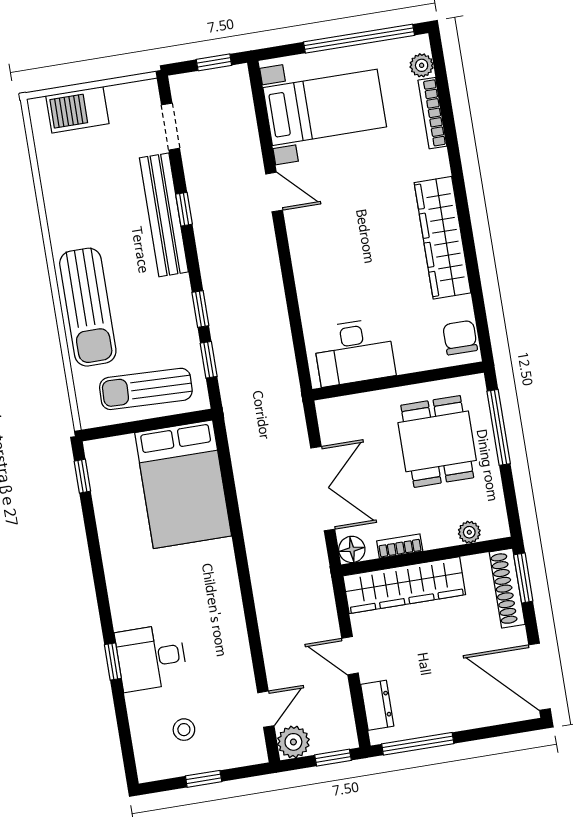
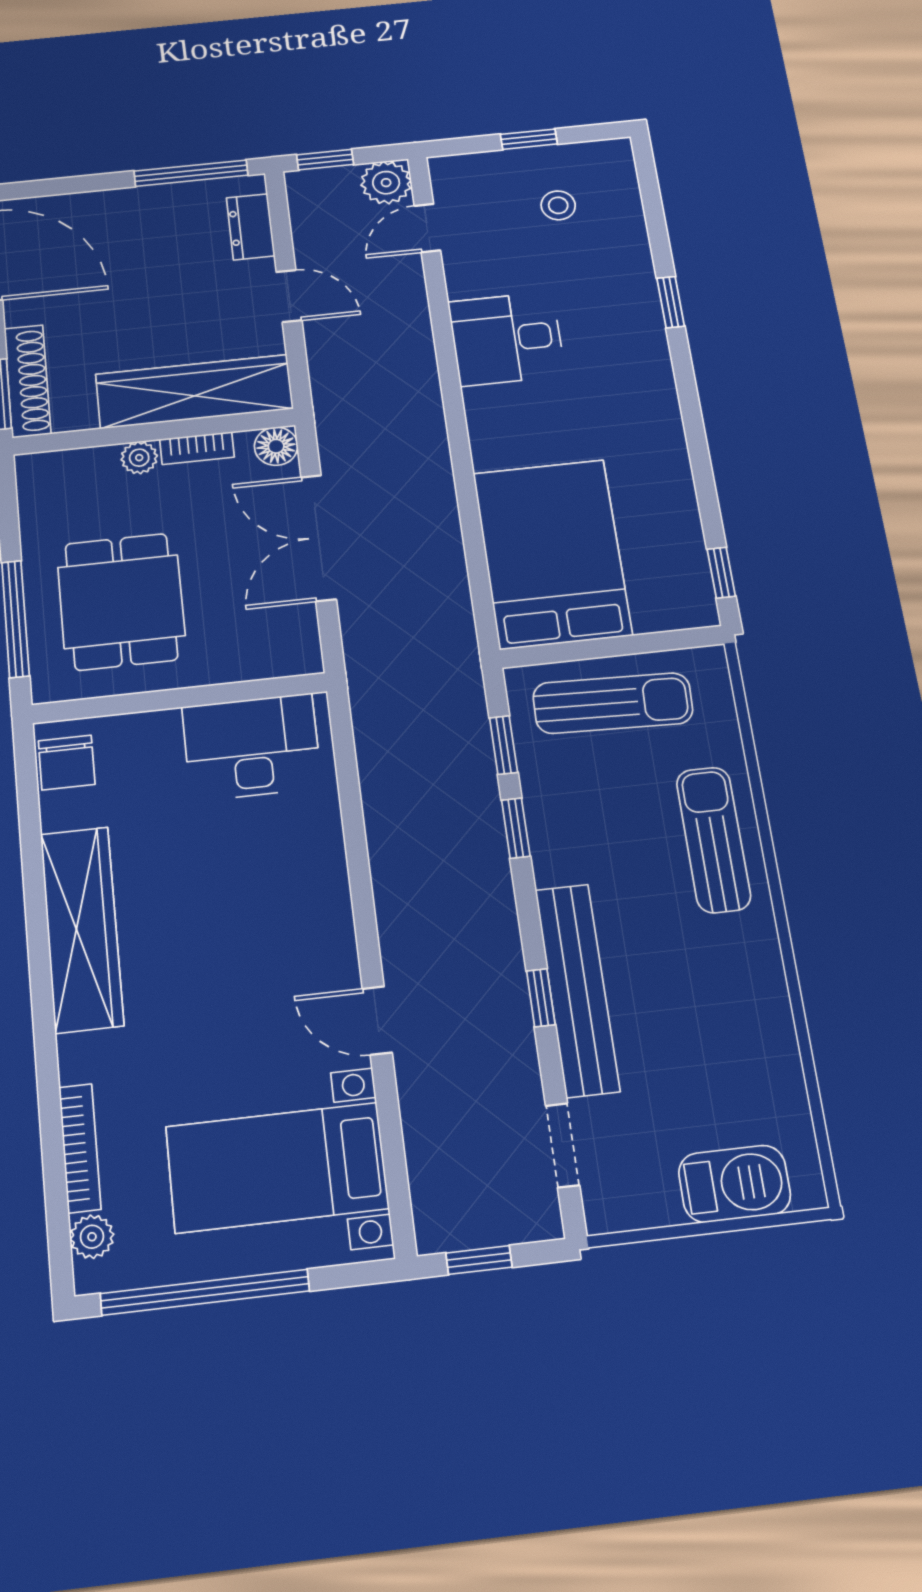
sun lounger: (88, 307) -> (713, 839), width x0.73, depth x0.75
plant: (469, 532) -> (139, 458), moved
desk: (151, 657) -> (507, 339), moved, turned 180

